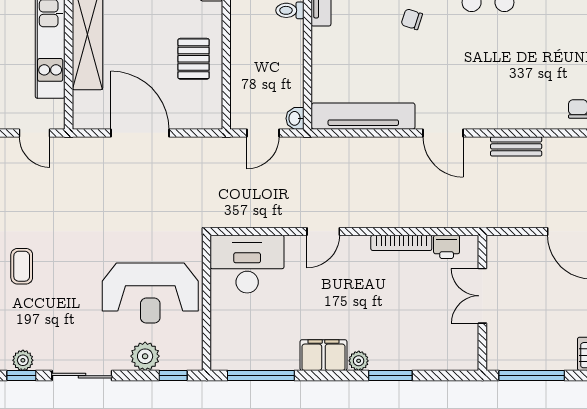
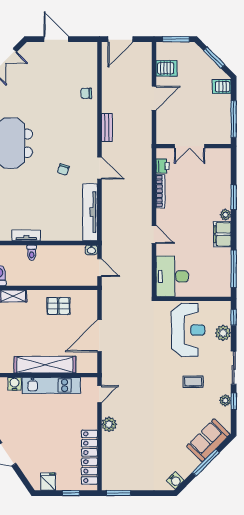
chair: (412, 19) -> (63, 170), moved
door: (443, 133) -> (99, 168), hinge flipped
coffee table: (22, 266) -> (193, 382), moved

